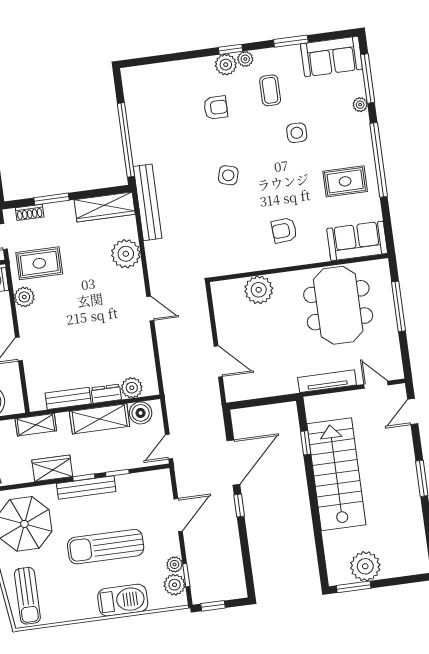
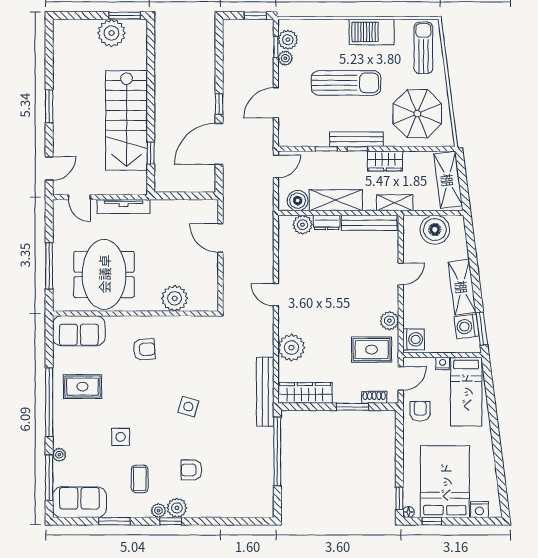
bench: (68, 398) -> (369, 223), width x1.36
barbecue: (123, 600) -> (372, 32), moved

